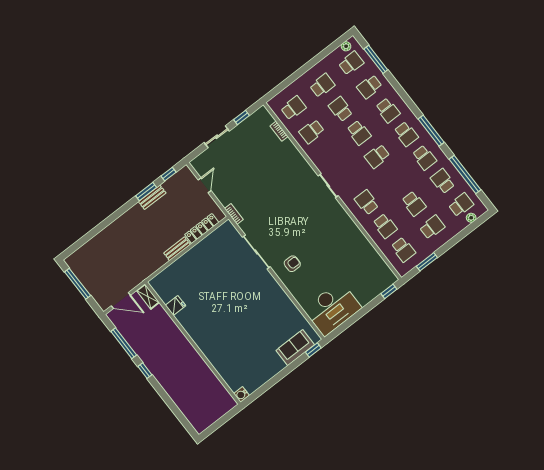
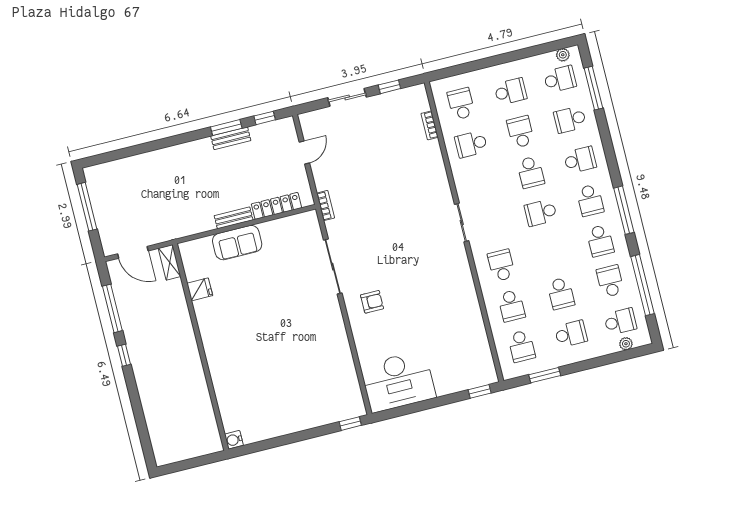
school desk: (293, 108) -> (461, 104), turned -90
school desk: (388, 110) -> (580, 160), turned -90
sofa: (295, 348) -> (237, 243), moved, turned 180

